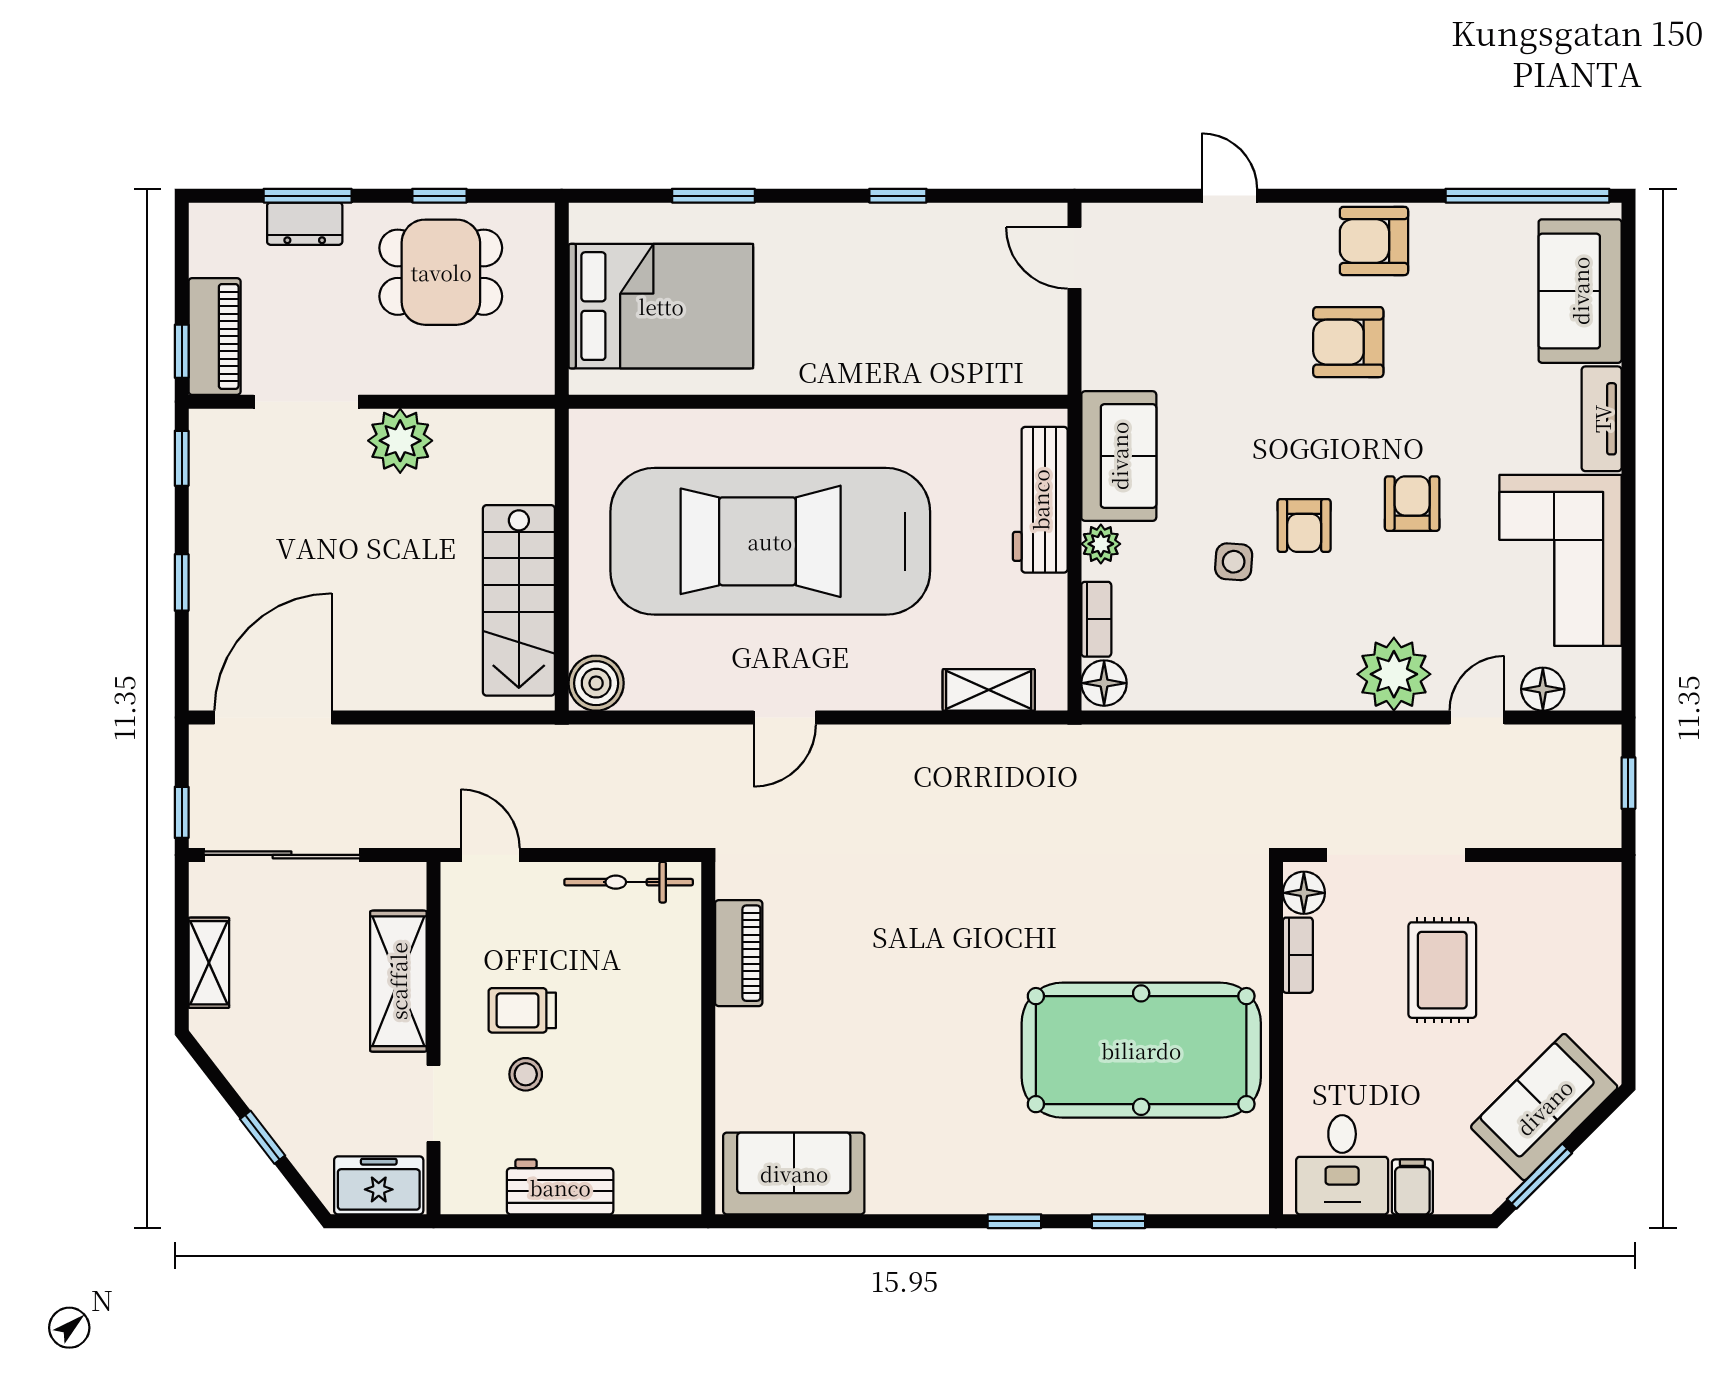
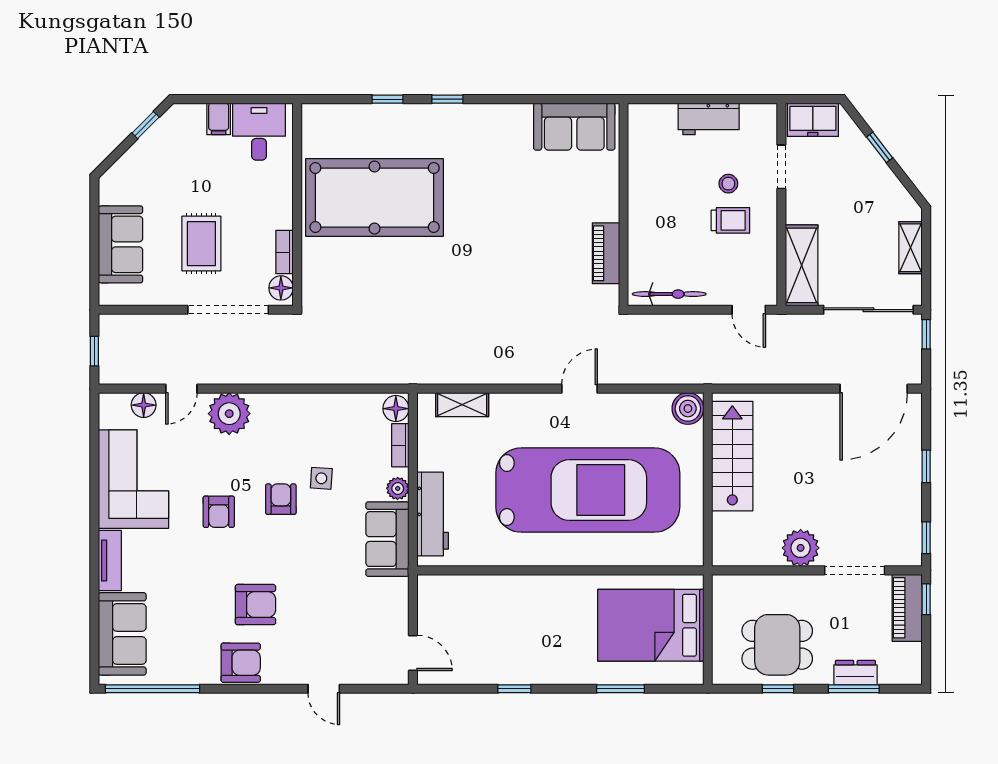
shelving: (398, 981) -> (802, 265), moved
sofa: (1544, 1107) -> (121, 244), moved, turned -45
window: (1539, 1176) -> (146, 125), width x0.67

